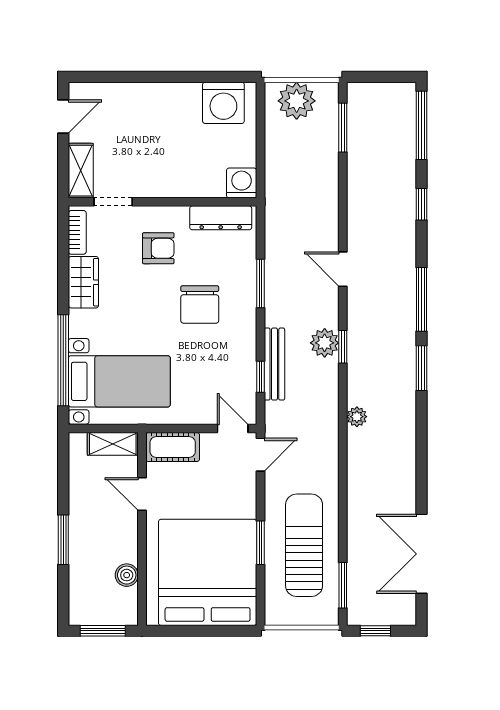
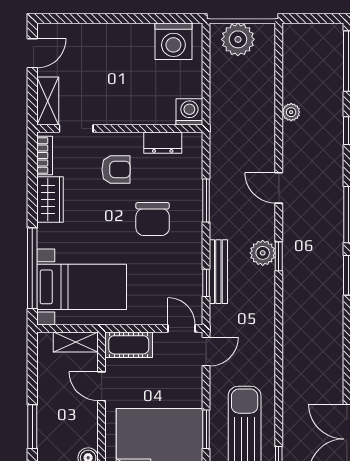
window: (343, 128) -> (279, 63), removed
dresser: (221, 218) -> (163, 143), width x0.70
plant: (357, 417) -> (291, 112), moved

